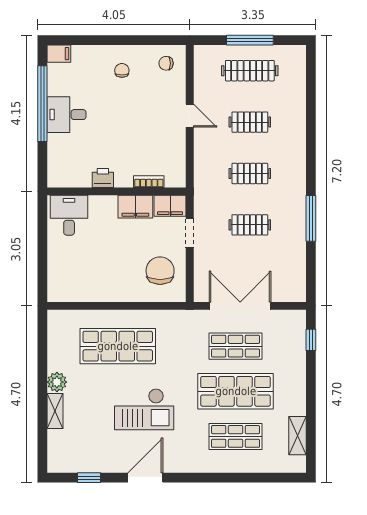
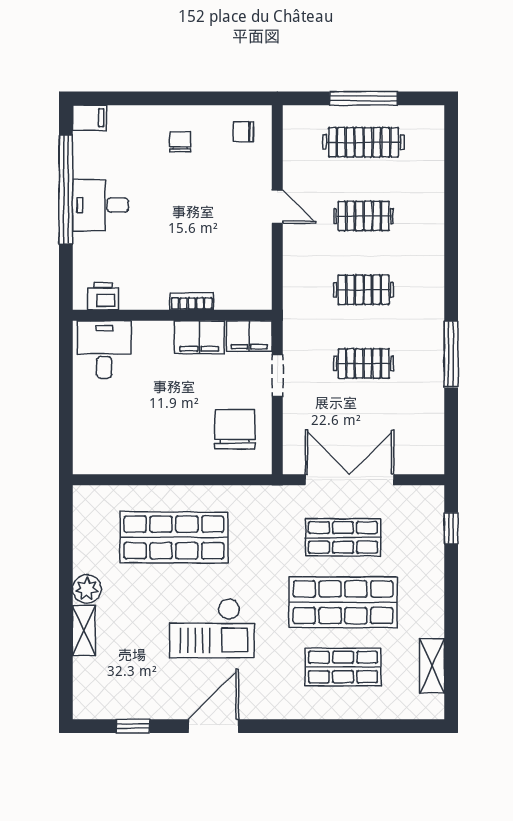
printer: (103, 178) -> (103, 296), moved
bookcase: (149, 182) -> (192, 301), moved

